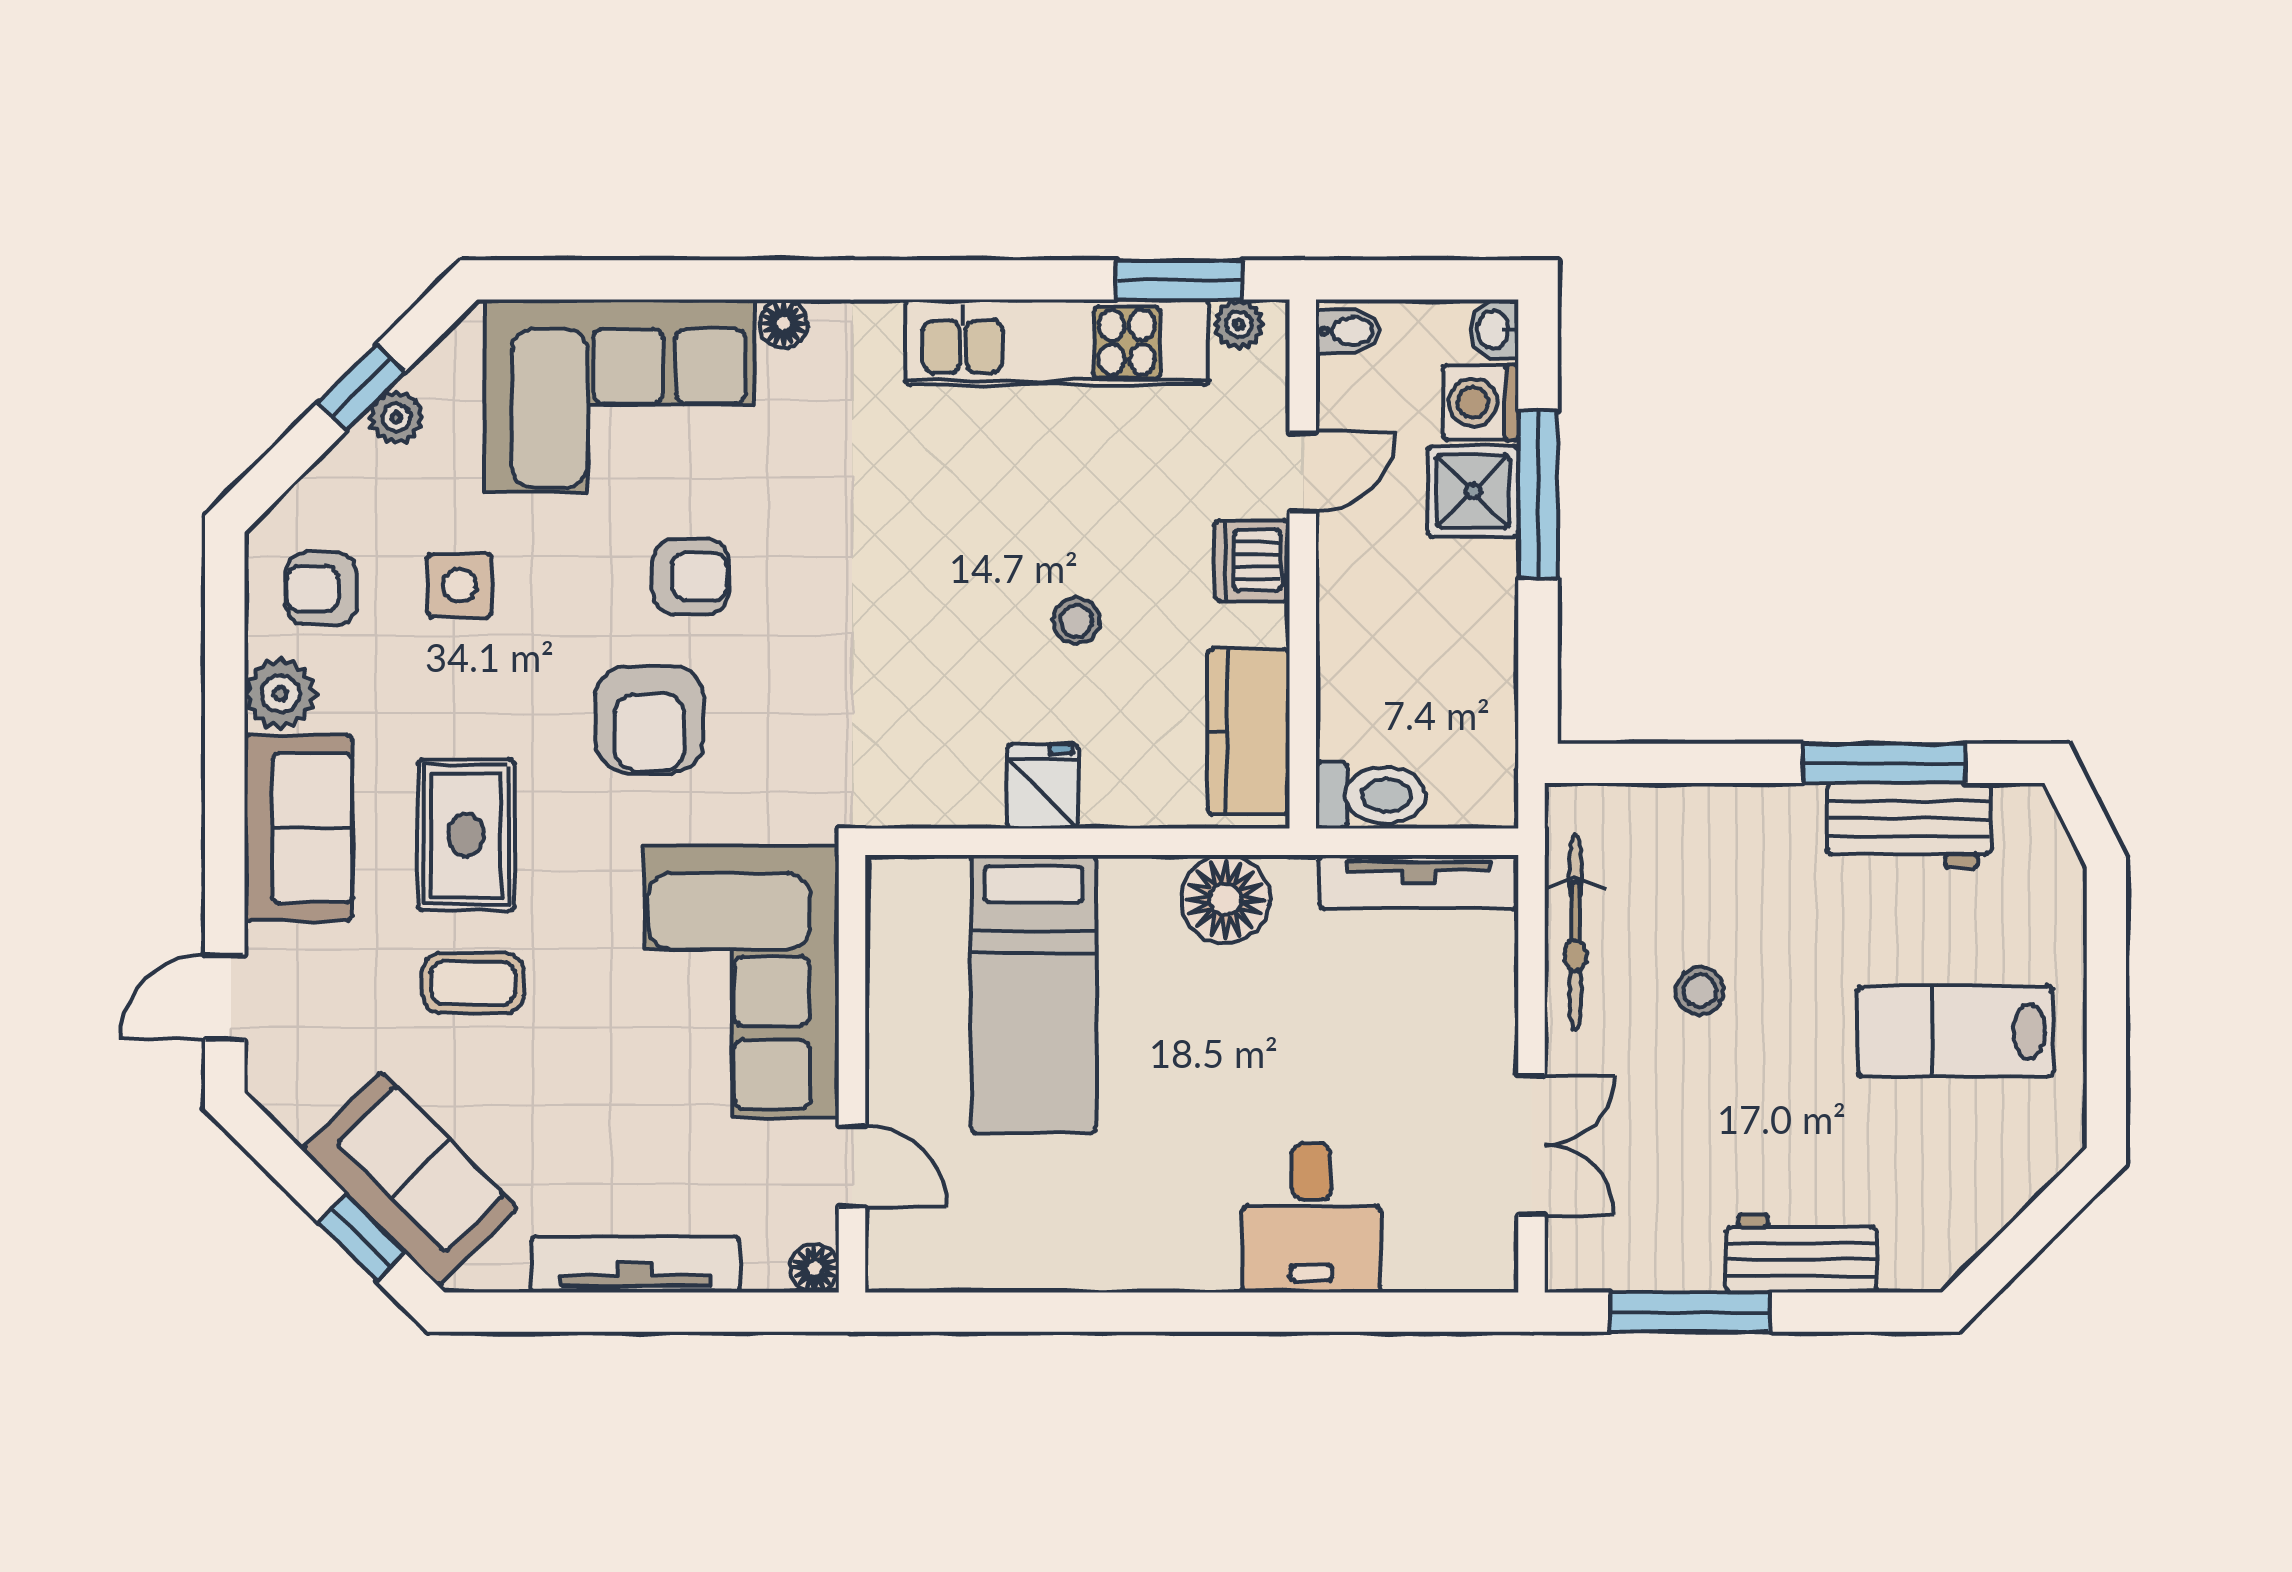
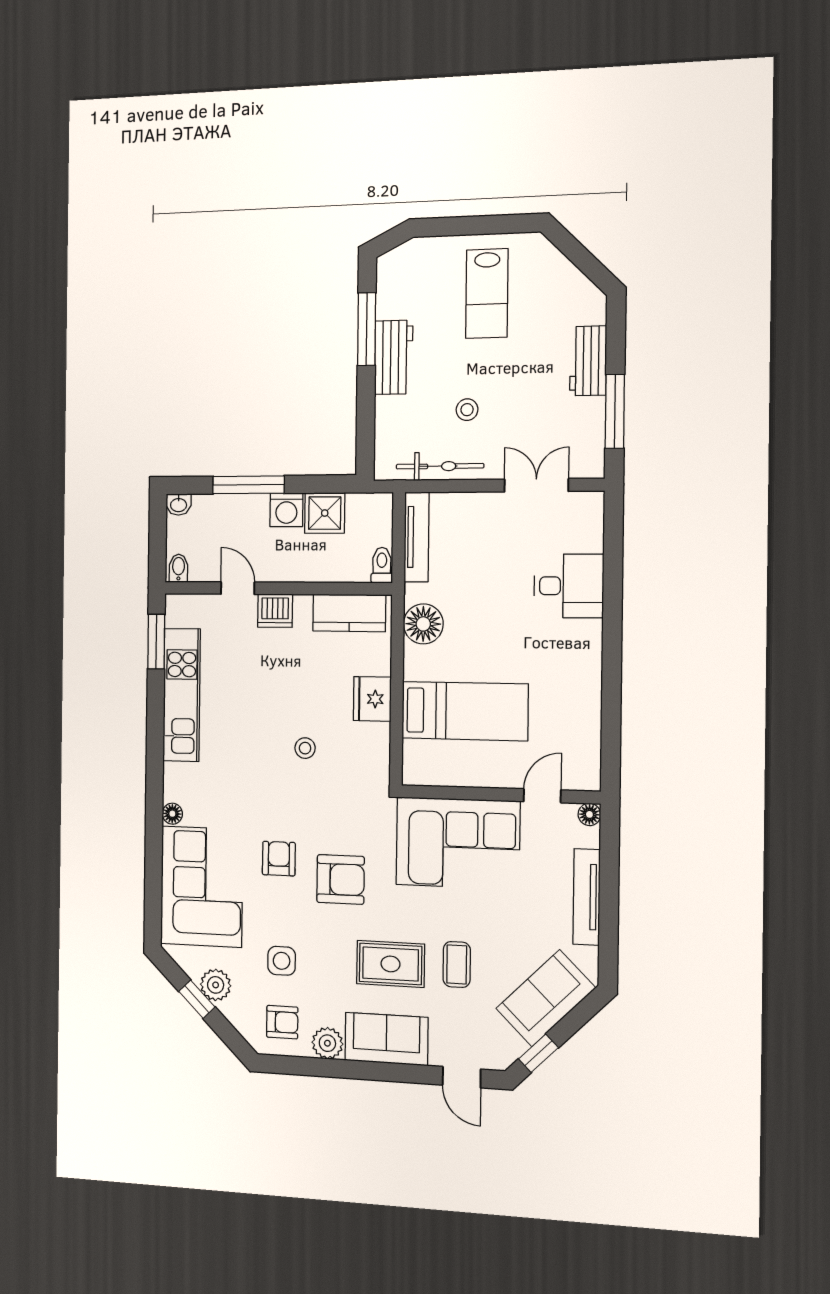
plant: (1239, 324) -> (175, 616), removed
washing machine: (1480, 403) -> (286, 510), moved
plant: (396, 418) -> (216, 985), width x1.38, depth x1.38
shower: (1473, 491) -> (325, 513), moved
armchair: (321, 589) -> (282, 1022), turned -90
stool: (1076, 621) -> (305, 748), moved
fridge: (1043, 786) -> (372, 699), width x1.38
toilet: (1371, 795) -> (382, 565), width x0.73, depth x0.72
workbench: (1909, 825) -> (394, 357), moved
window: (361, 1238) -> (538, 1053), moved

